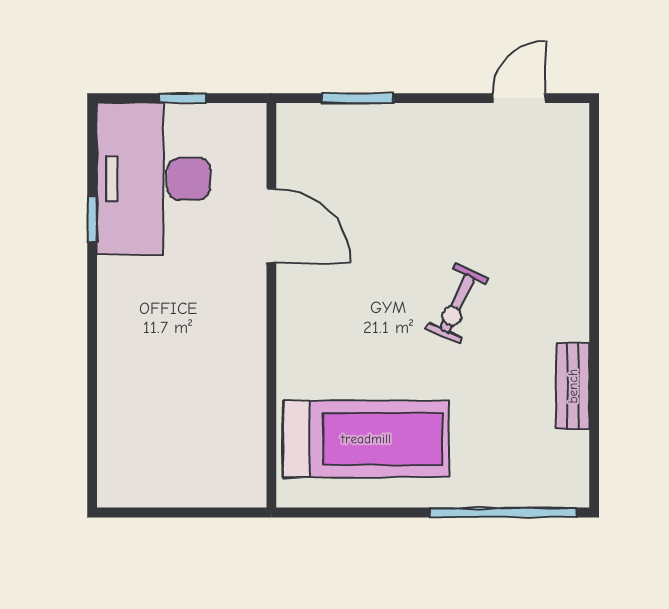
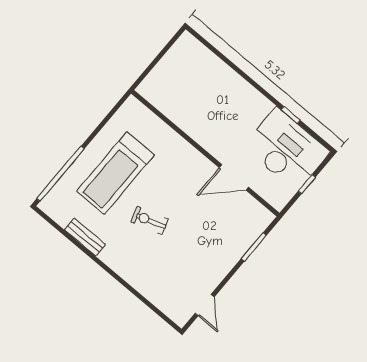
exercise bike: (457, 304) -> (150, 220), turned -42
treadmill: (366, 439) -> (115, 173), moved

